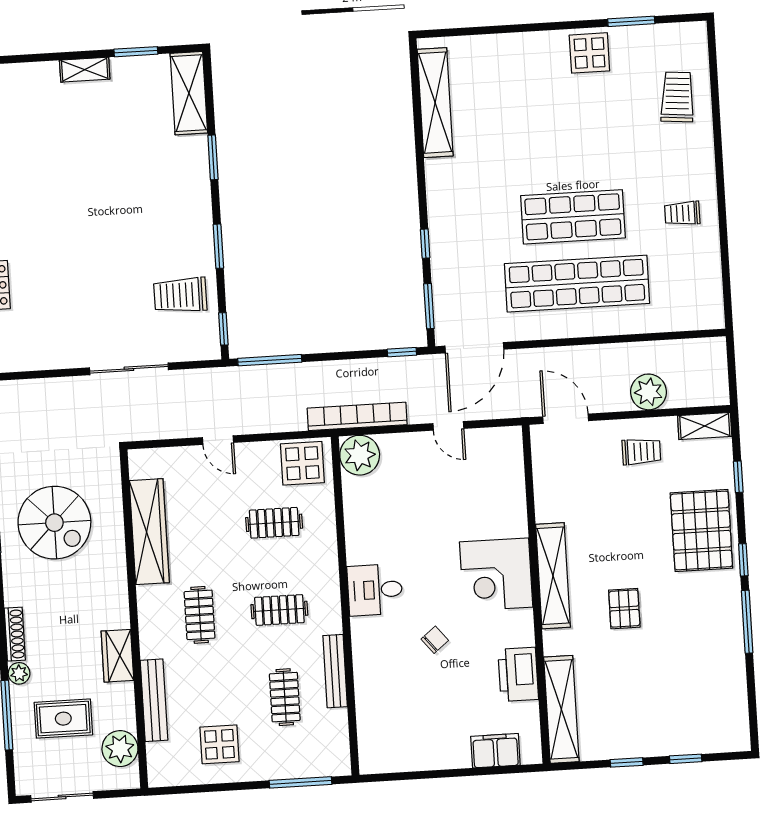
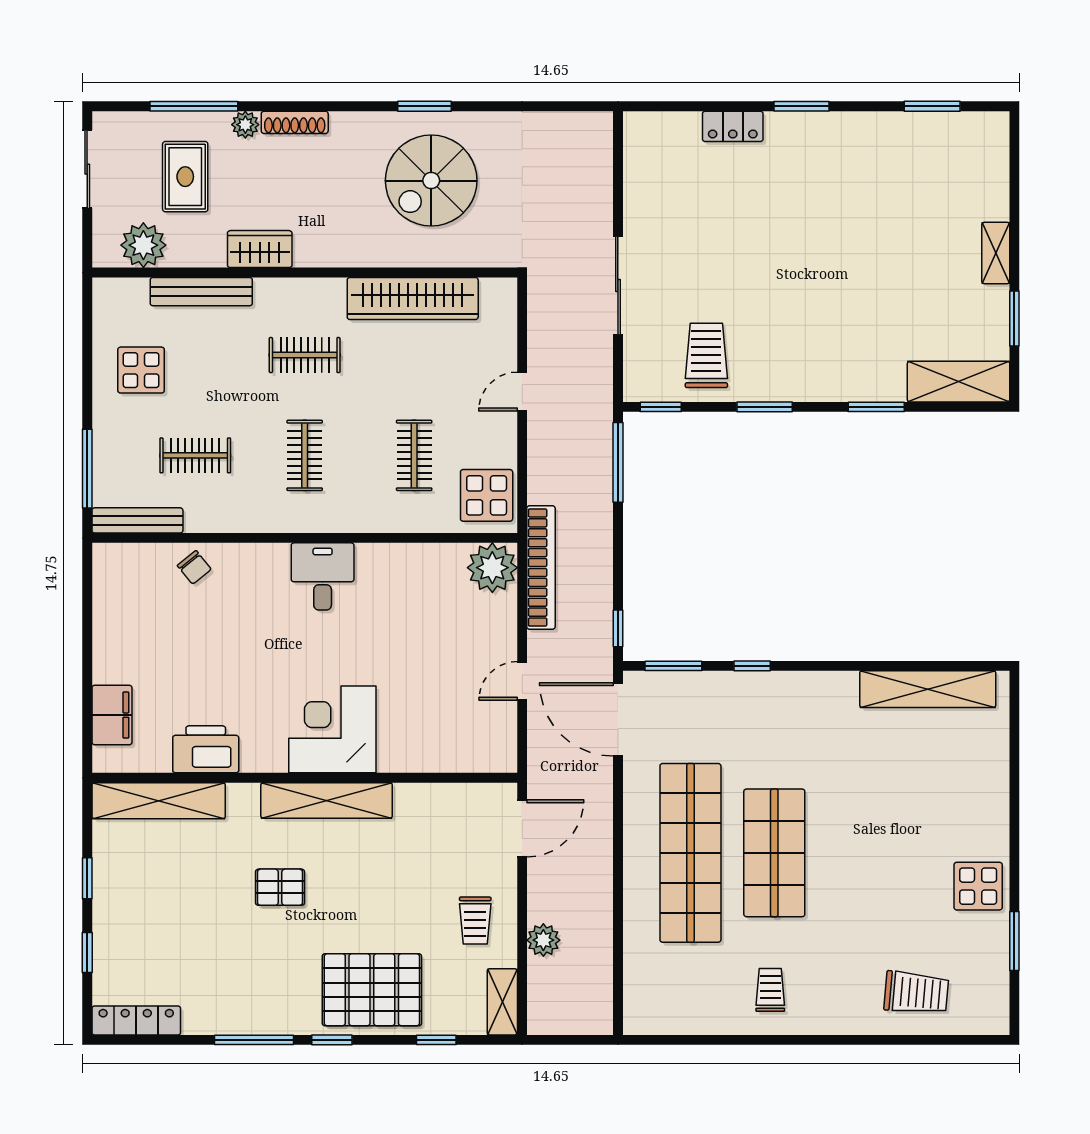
plant: (649, 392) -> (543, 940), width x0.73, depth x0.73
chair: (435, 640) -> (194, 567), moved
bench: (335, 671) -> (137, 520), moved
locker: (737, 717) -> (136, 1020), added

